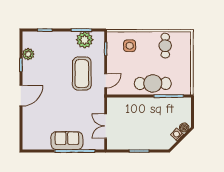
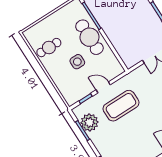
side table: (130, 46) -> (77, 62), moved
door: (106, 81) -> (103, 87), moved

